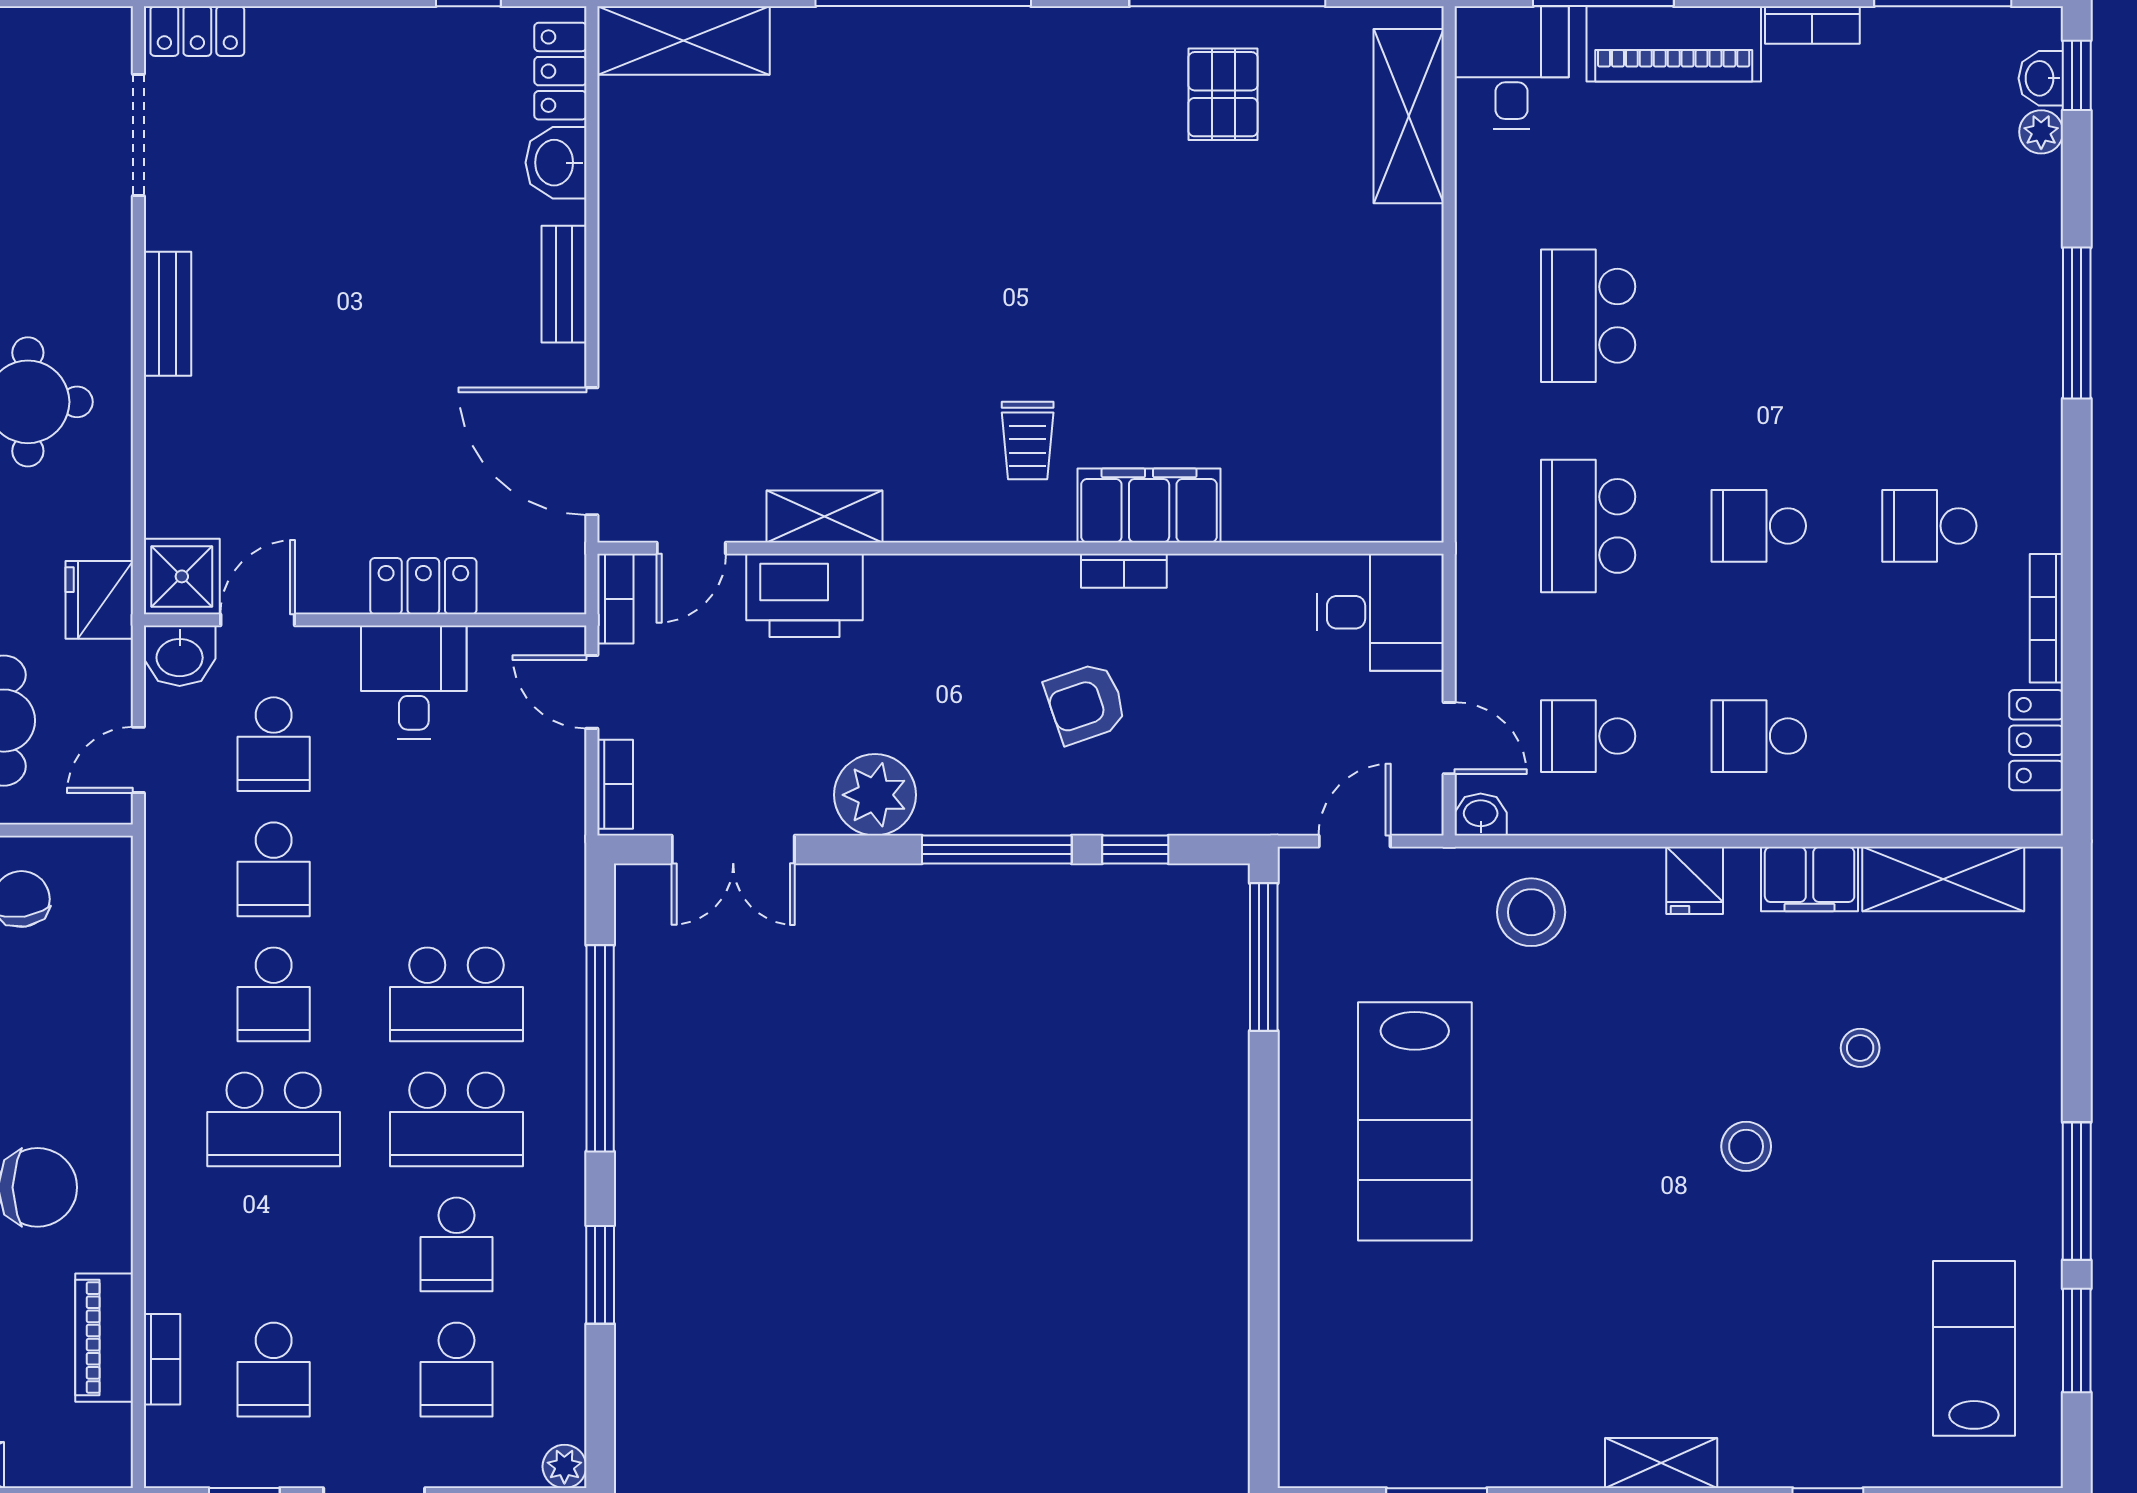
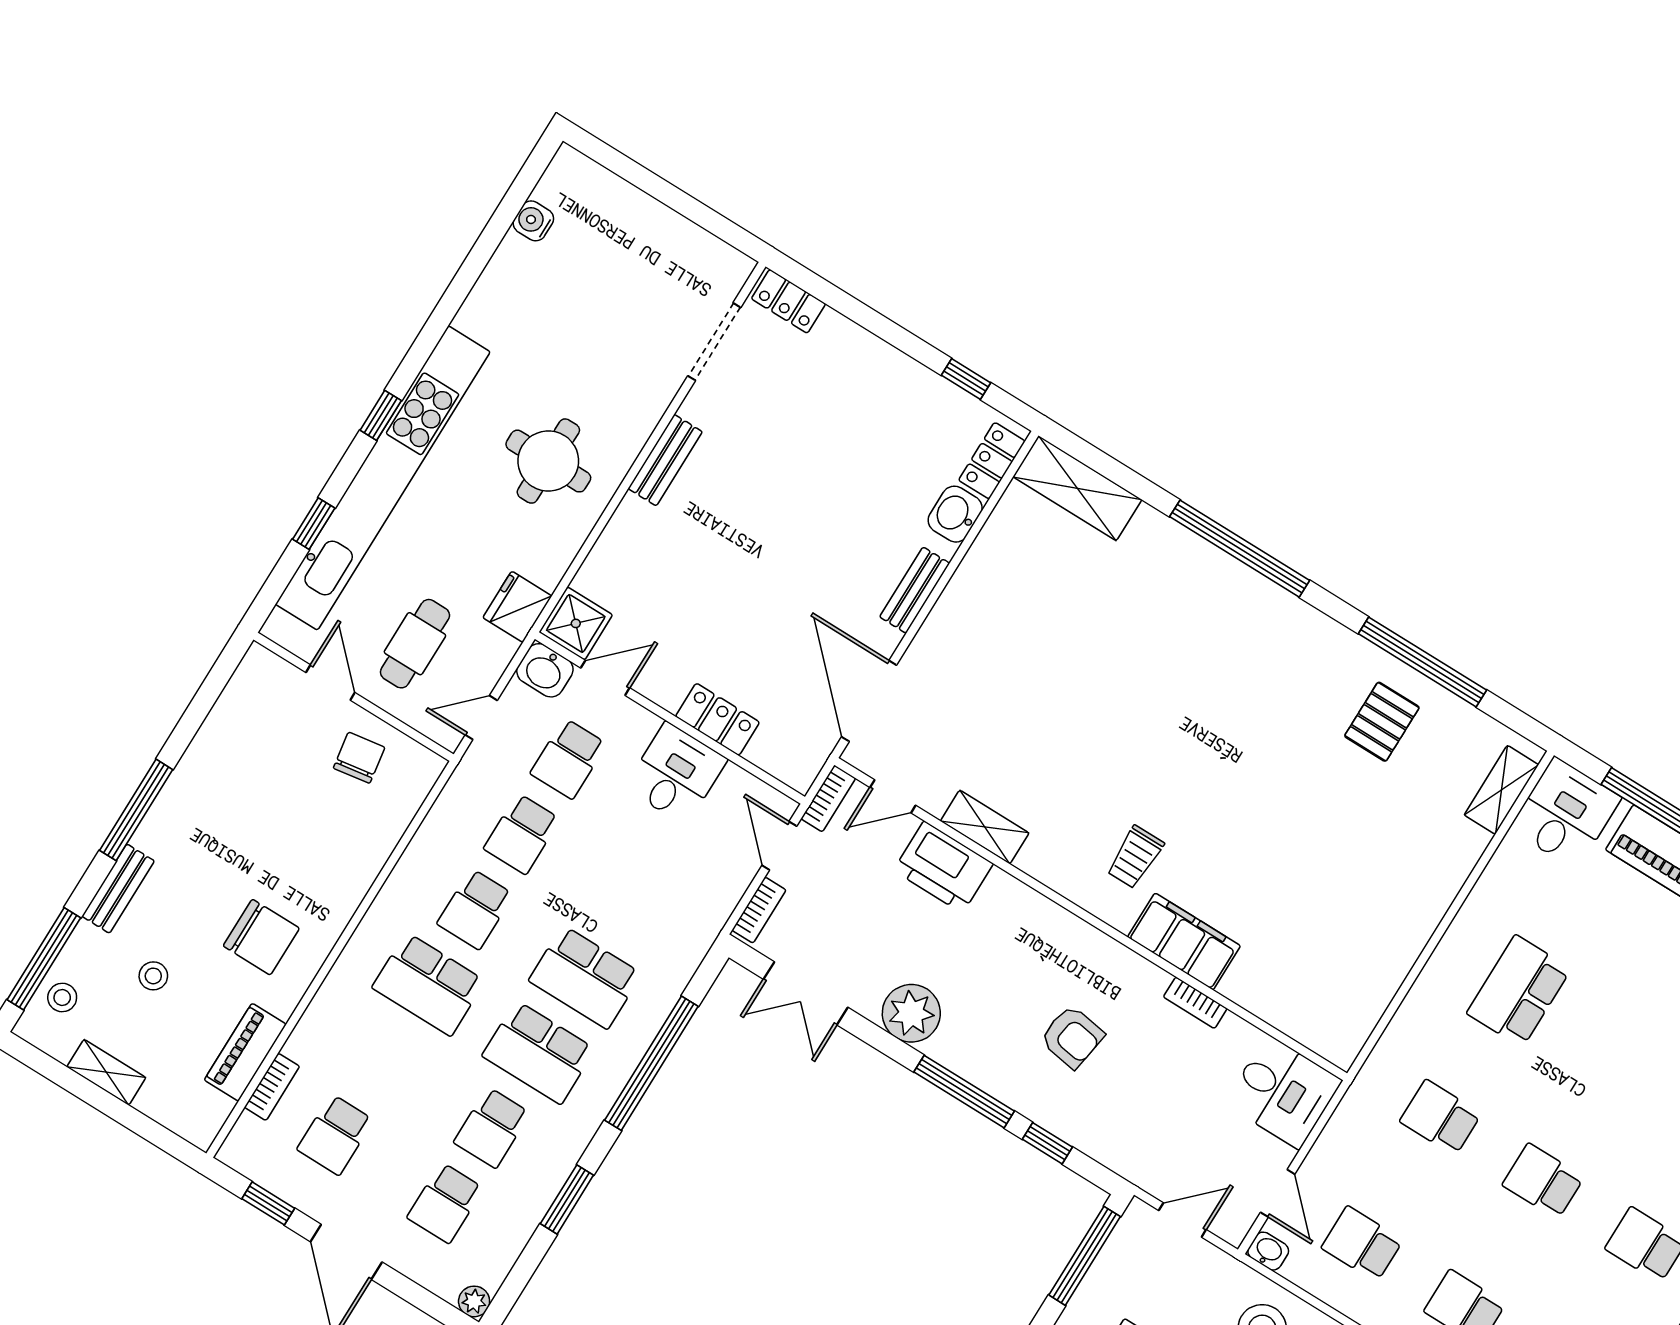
shelving: (1409, 116) -> (1501, 790), width x0.67, depth x0.75
school desk: (1588, 526) -> (1440, 1118), width x0.54
bookcase: (1124, 571) -> (1195, 1003), moved
armchair: (1086, 703) -> (1072, 1037), turned -152

